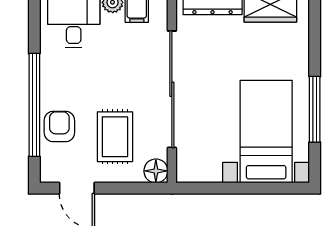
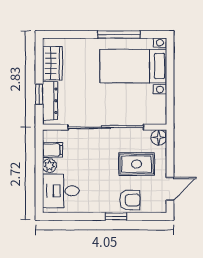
window: (34, 105) -> (116, 216), width x0.32
armchair: (59, 126) -> (130, 200), turned 180

